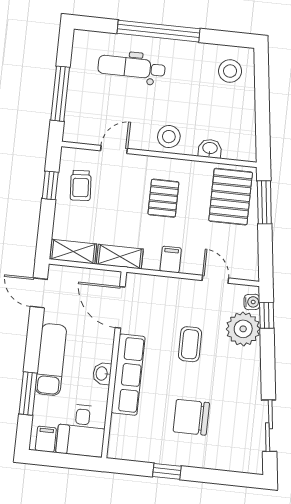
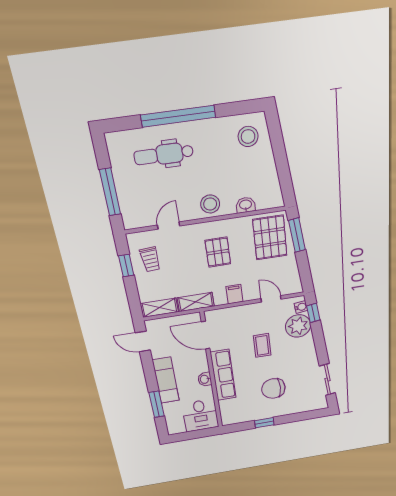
filing cabinet: (46, 439) -> (178, 427), removed

